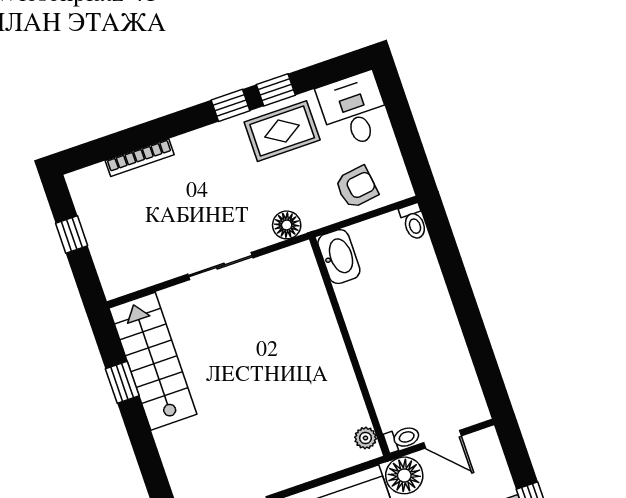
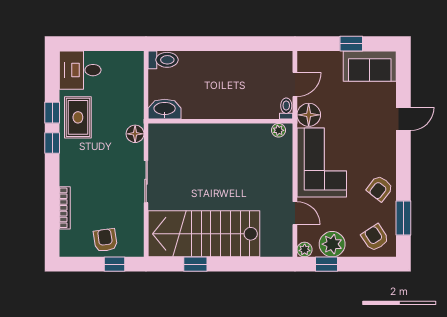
armchair: (357, 187) -> (105, 240), moved
toilet: (413, 222) -> (163, 60), width x1.37, depth x1.39
window: (72, 235) -> (115, 264), moved
stairs: (153, 361) -> (204, 234), width x1.36, depth x1.51

